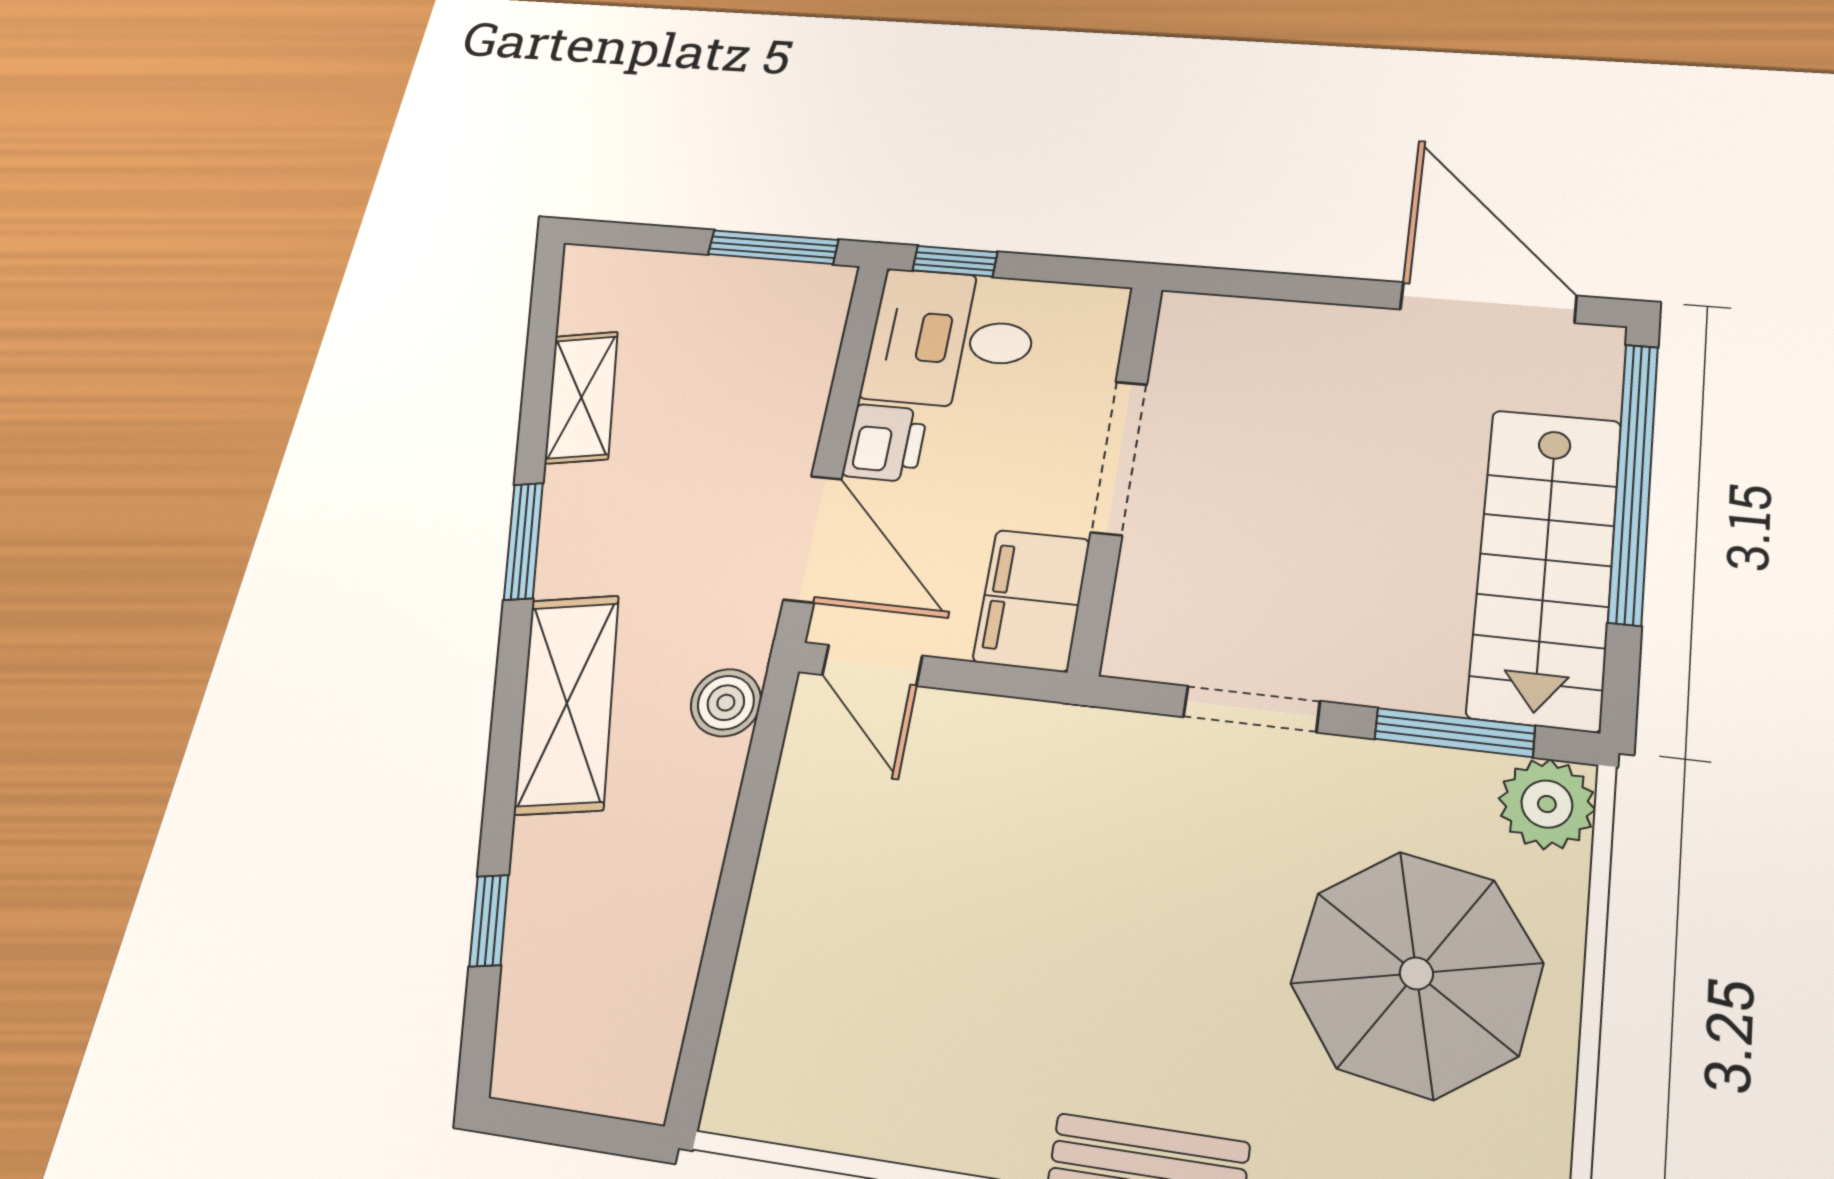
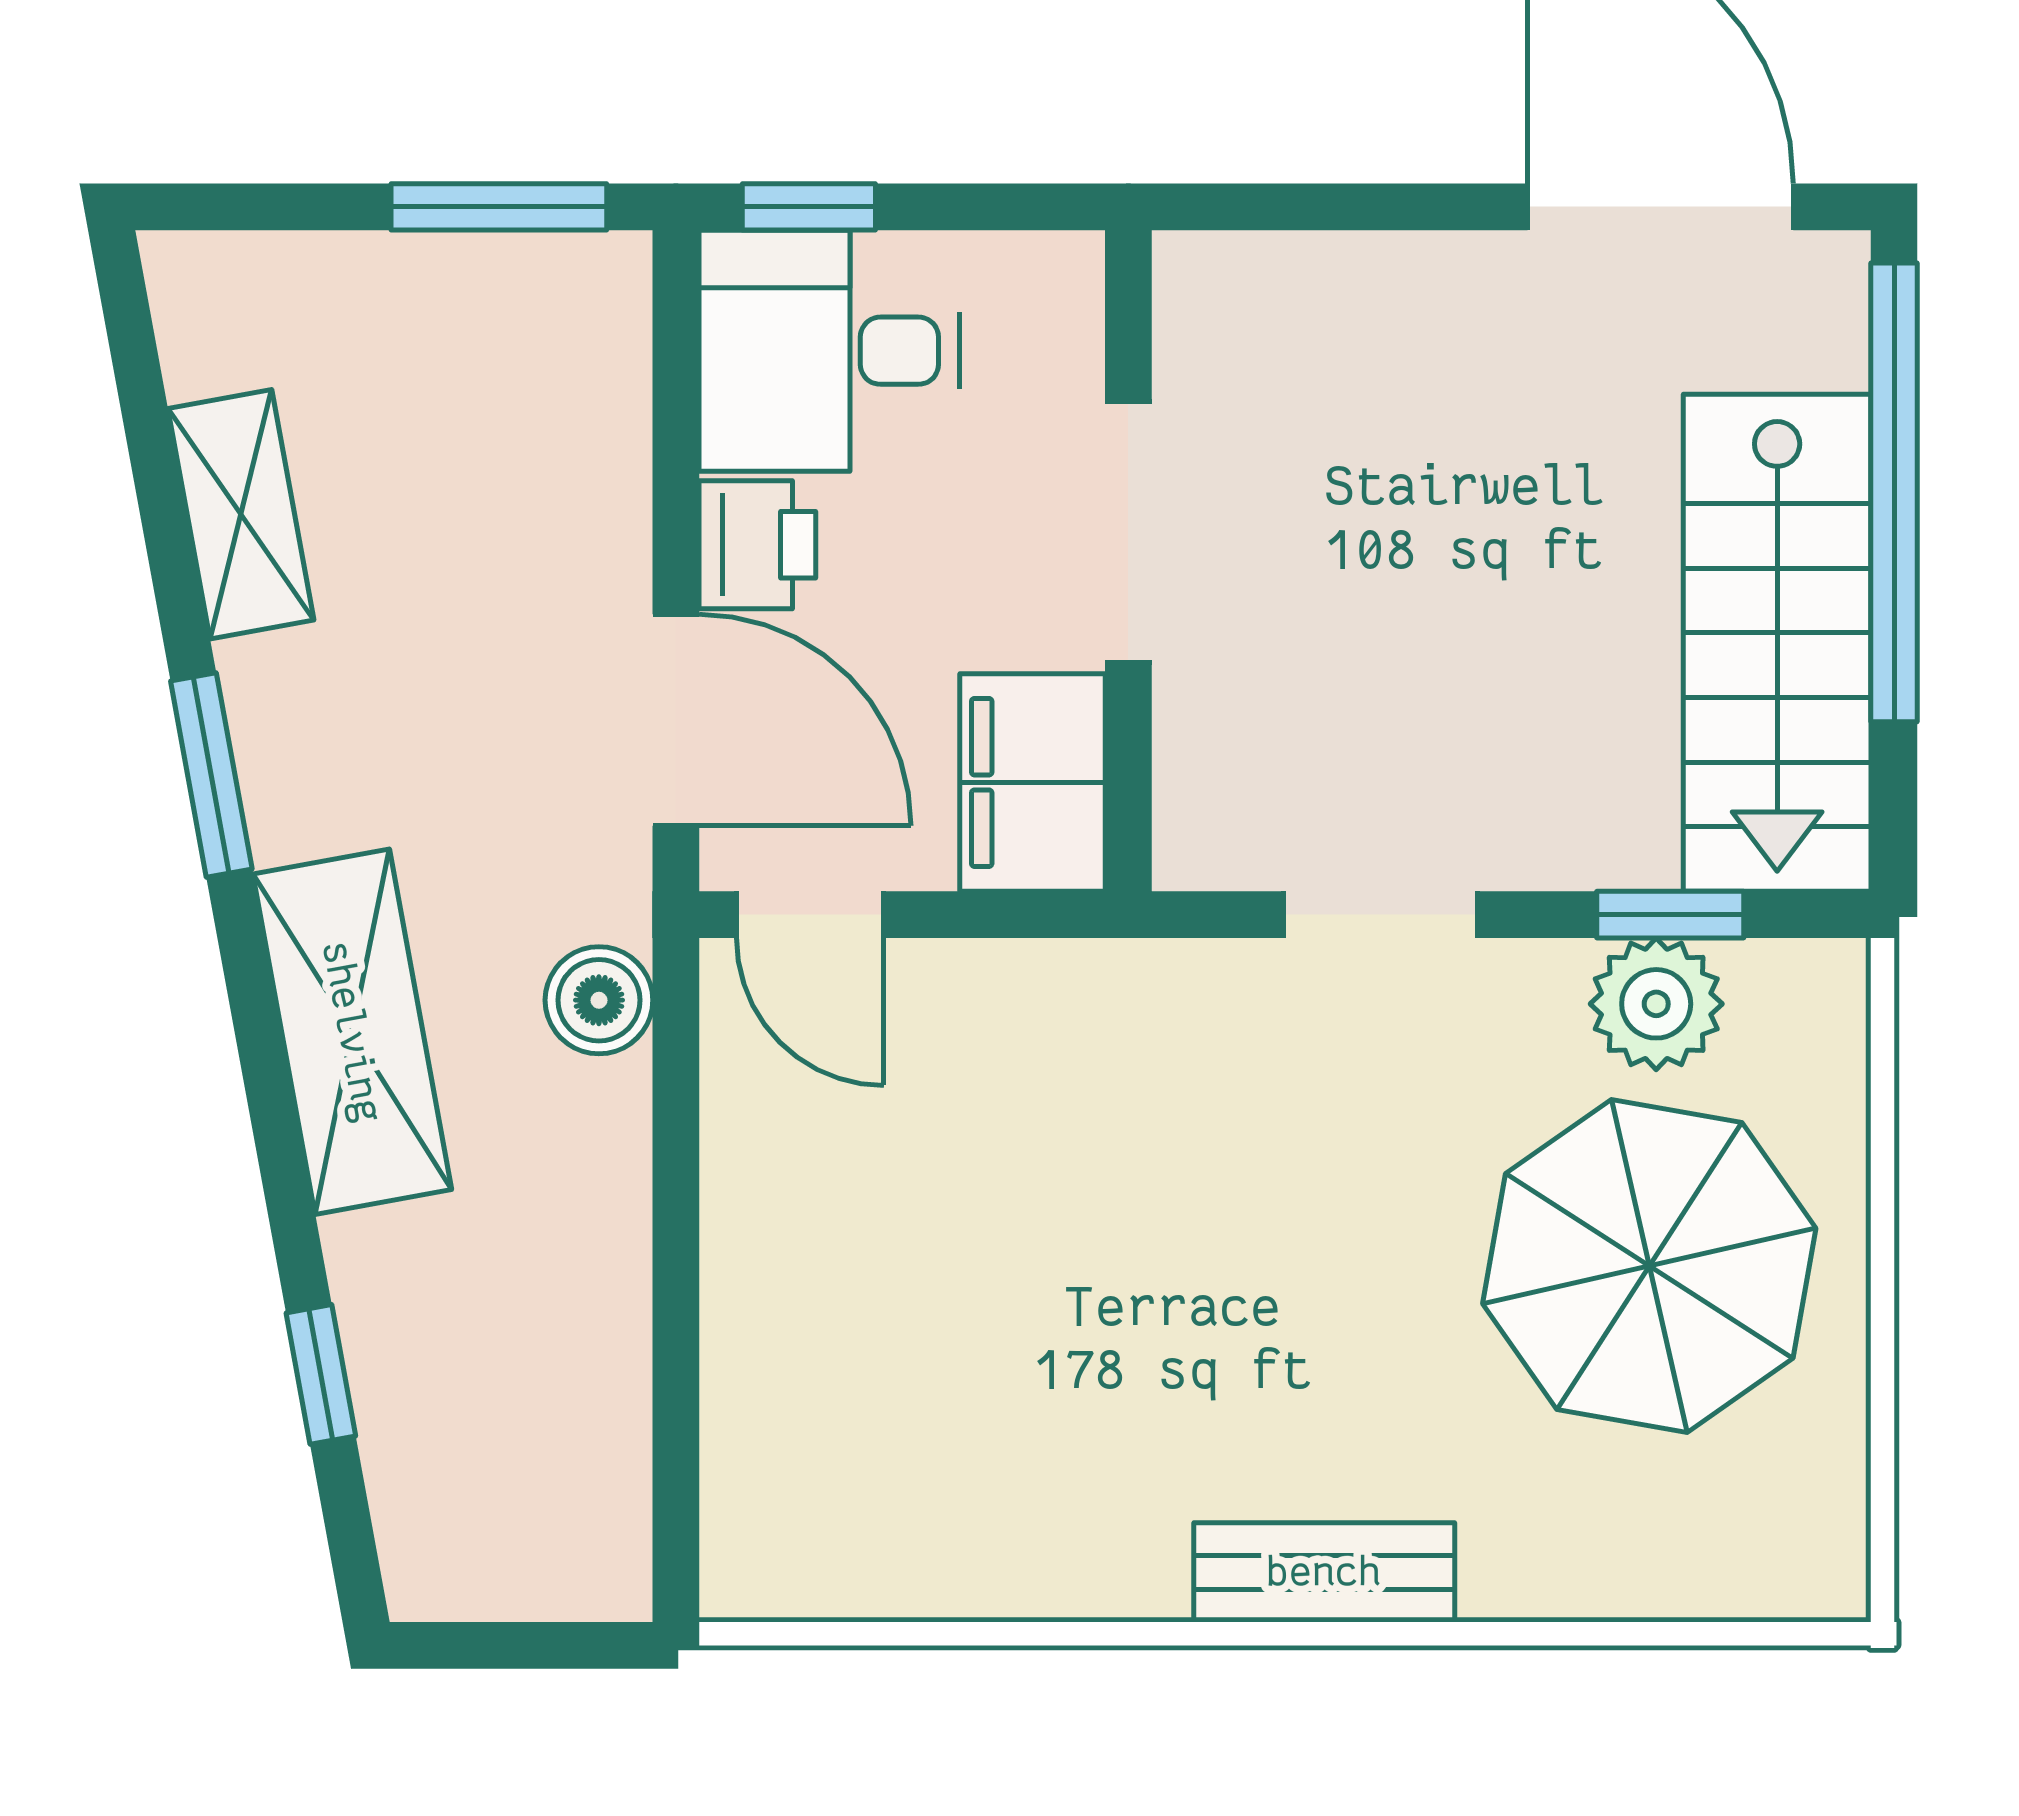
window: (1455, 733) -> (1670, 915), width x0.67
plant: (1547, 804) -> (1656, 1004), moved

